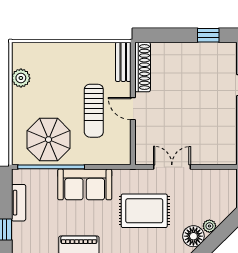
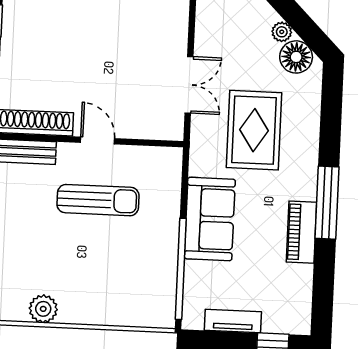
door: (133, 109) -> (98, 140), swing flipped
parasol: (49, 140) -> (139, 271), removed
double door: (172, 167) -> (189, 85), swing flipped

